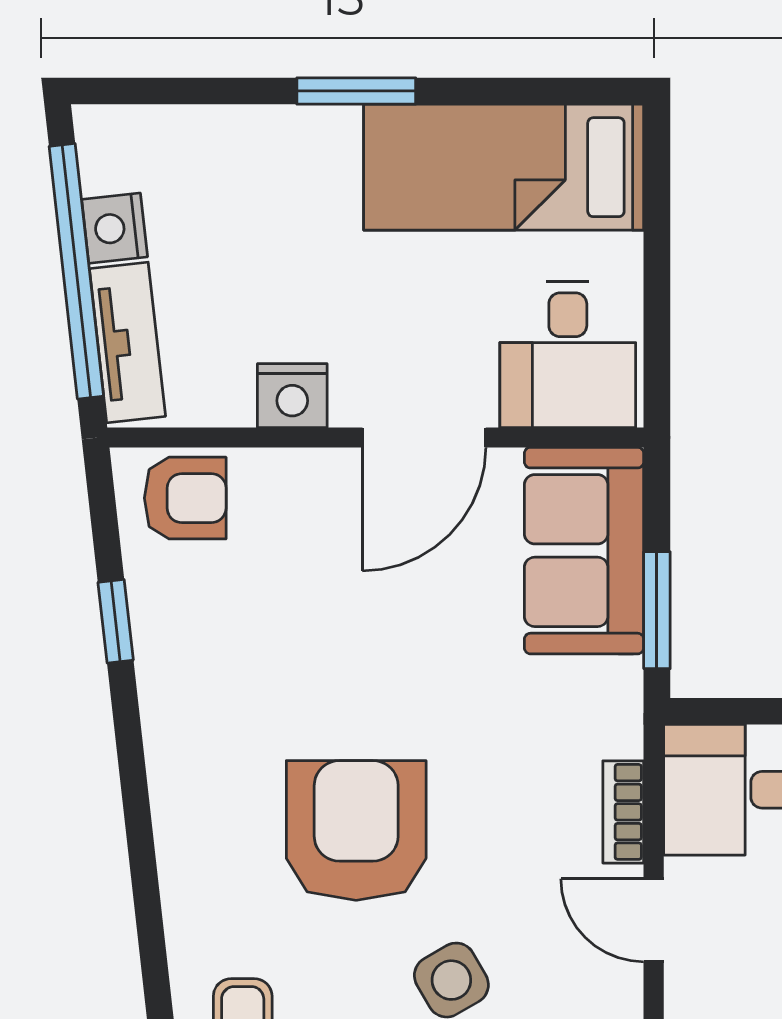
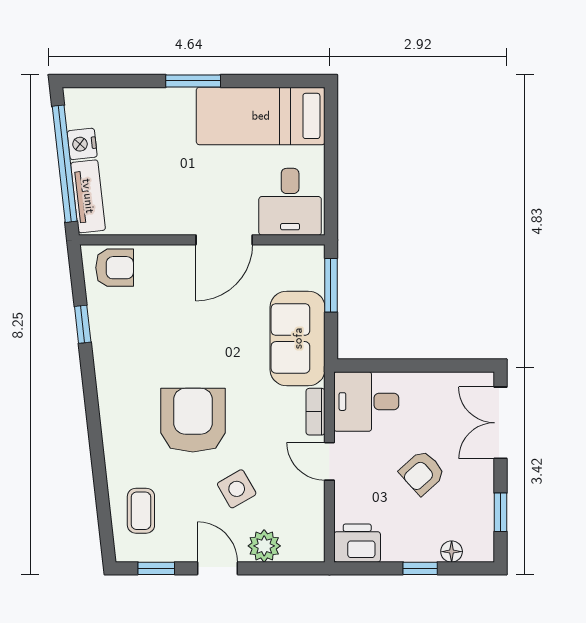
nightstand: (292, 396) -> (164, 221), removed
sofa: (584, 551) -> (298, 338), moved
window: (657, 610) -> (331, 285), moved

